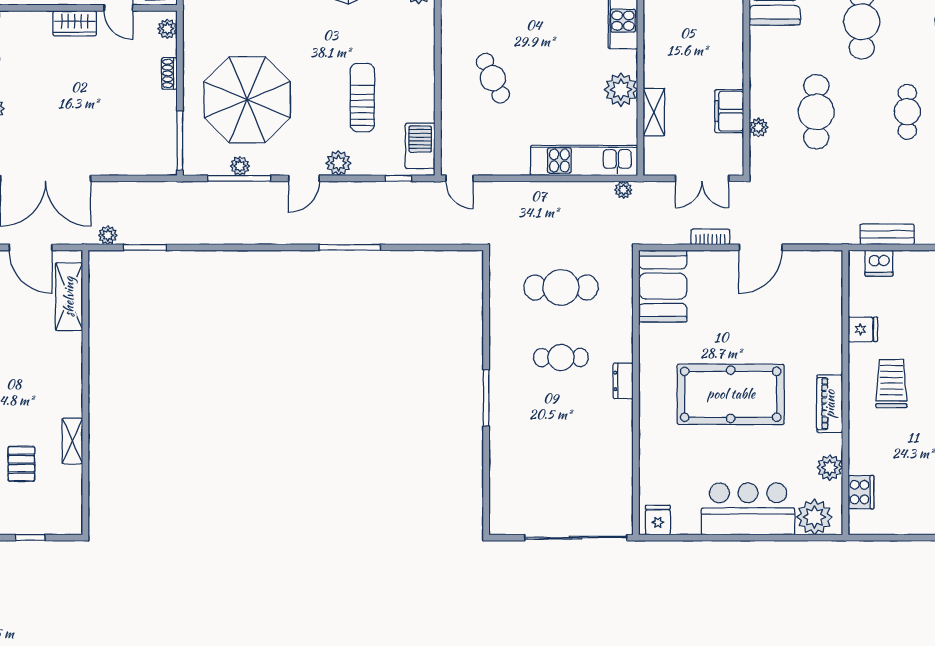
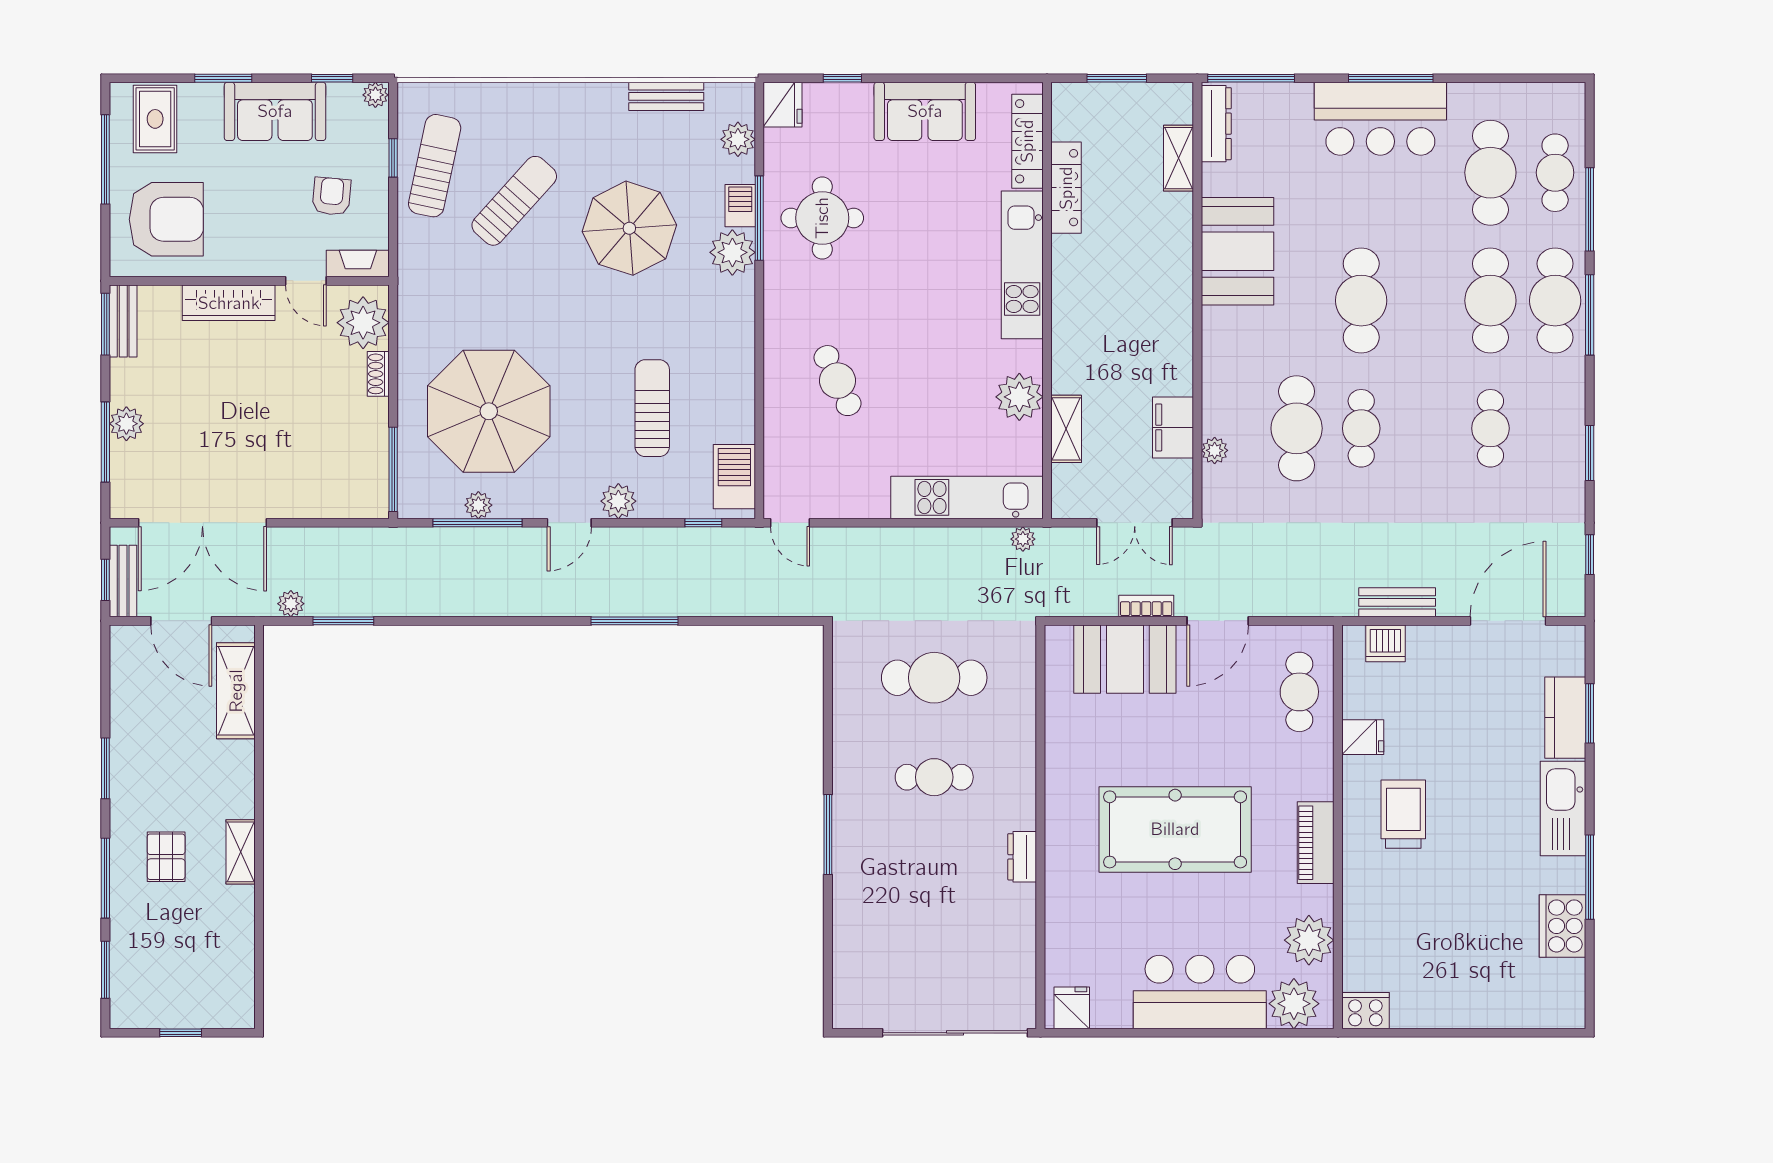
wardrobe: (75, 23) -> (229, 303), width x1.50
plant: (167, 29) -> (363, 323), width x1.88, depth x1.88
cafe table: (907, 112) -> (1361, 428), moved
booth: (663, 286) -> (1125, 659), moved, turned 90
cafe table: (818, 297) -> (1299, 692), added
dresser: (623, 381) -> (1022, 857), moved
shelving: (72, 441) -> (241, 852), moved
pallet: (21, 464) -> (166, 857), moved
plant: (830, 468) -> (1309, 940), width x1.36, depth x1.36
cooker: (861, 492) -> (1365, 1011), moved, turned -90

